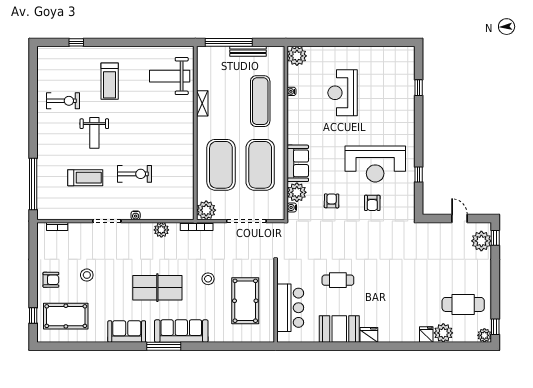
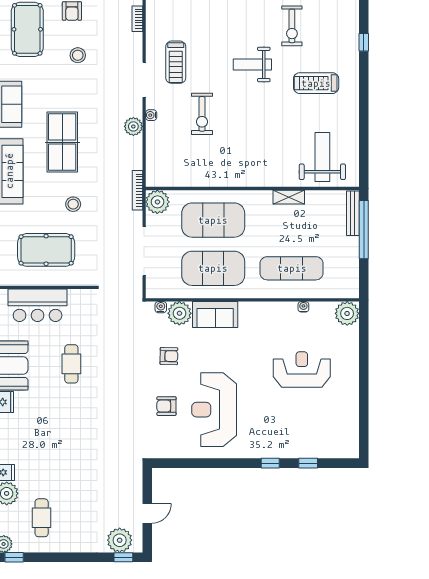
bench: (248, 51) -> (353, 213), moved
window: (419, 175) -> (270, 463), moved
treadmill: (85, 178) -> (176, 62), moved
plant: (161, 230) -> (133, 126), moved
cafe table: (463, 304) -> (42, 518), width x0.73, depth x0.74

